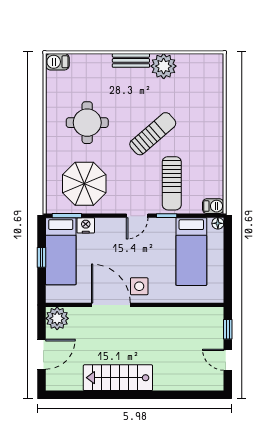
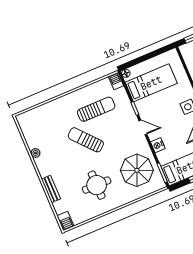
bench: (131, 60) -> (51, 189), moved
plant: (164, 66) -> (35, 153), width x0.53, depth x0.53
sun lounger: (172, 183) -> (96, 109), moved
nightstand: (86, 225) -> (158, 145), moved

